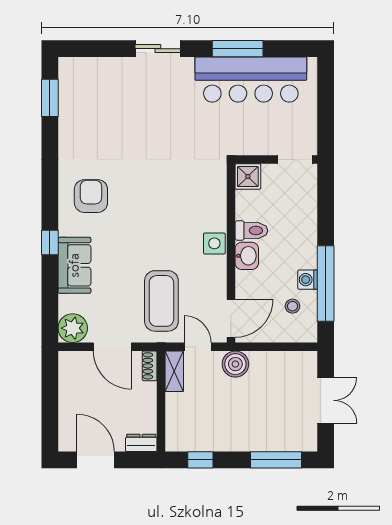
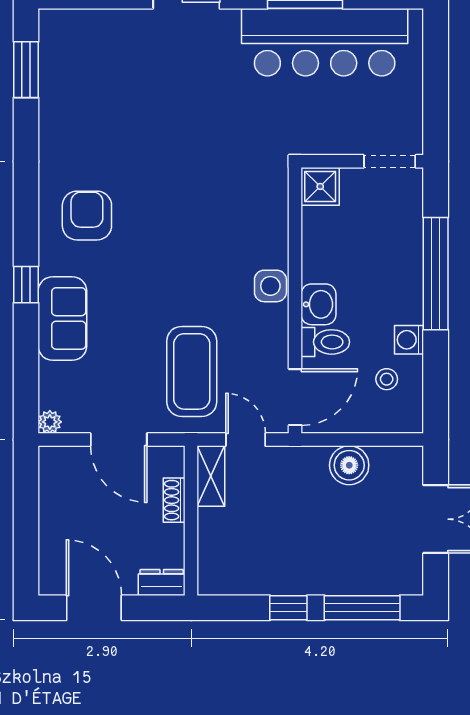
toilet: (251, 231) -> (325, 342), moved
window: (326, 284) -> (436, 274), moved
plant: (73, 328) -> (50, 422), width x0.53, depth x0.53
boiler: (235, 364) -> (349, 465), moved
shoe rack: (150, 366) -> (174, 500), moved
window: (200, 460) -> (288, 608), moved

